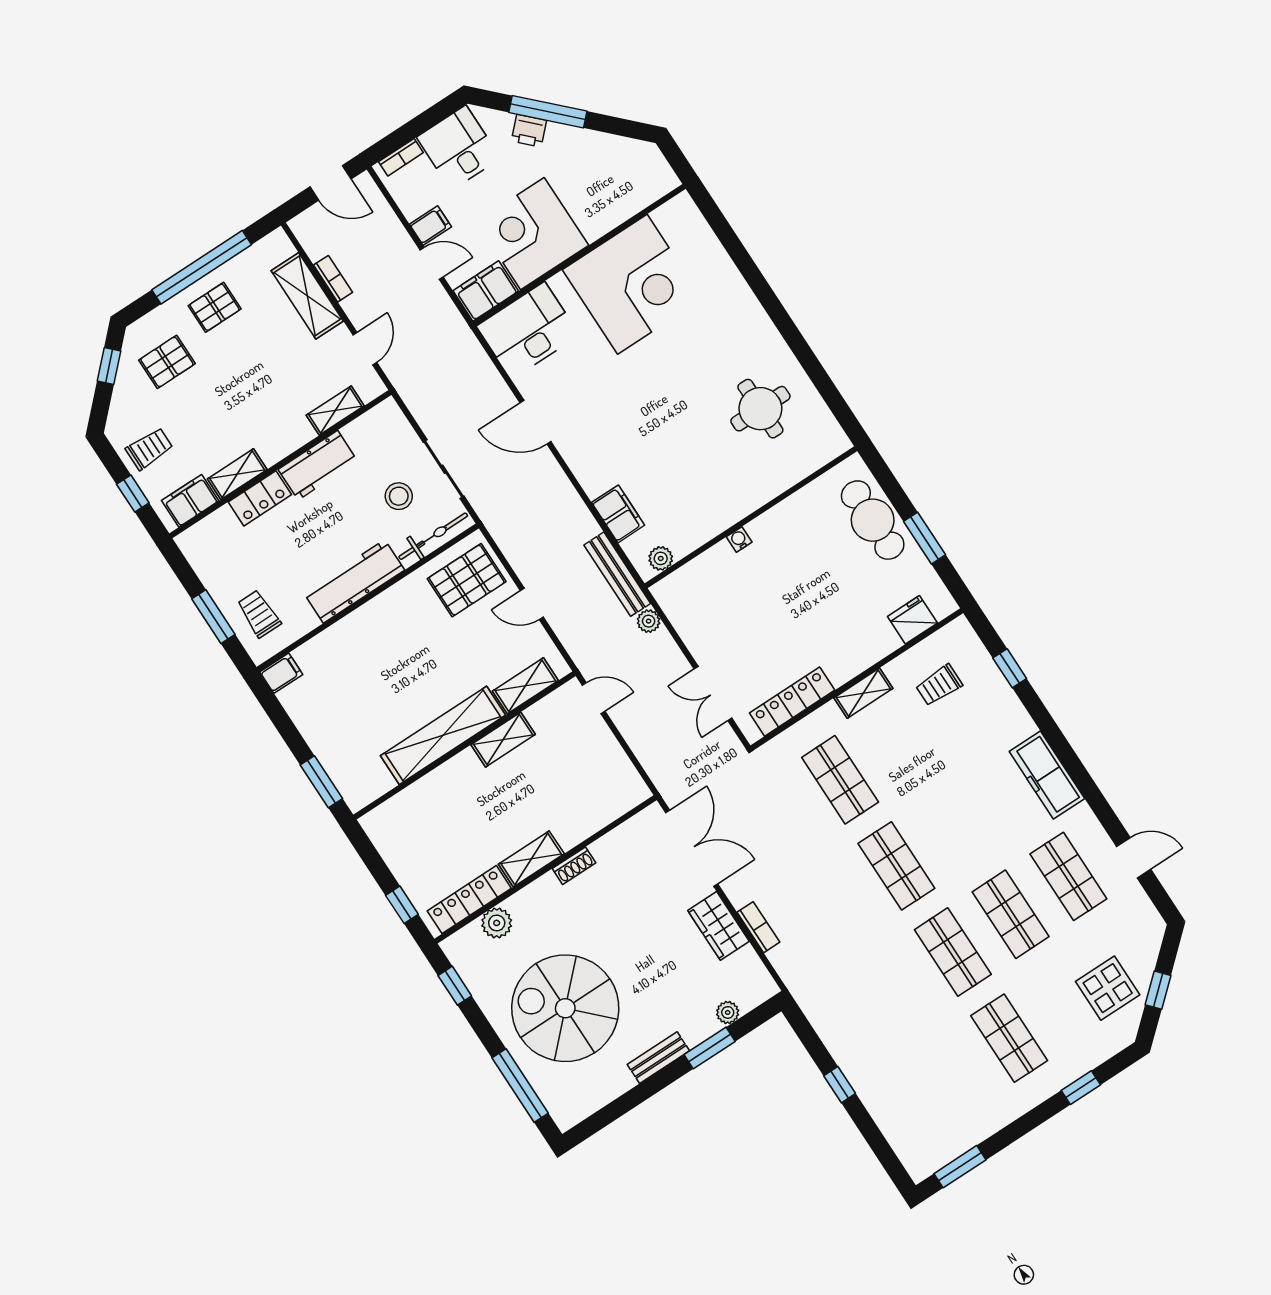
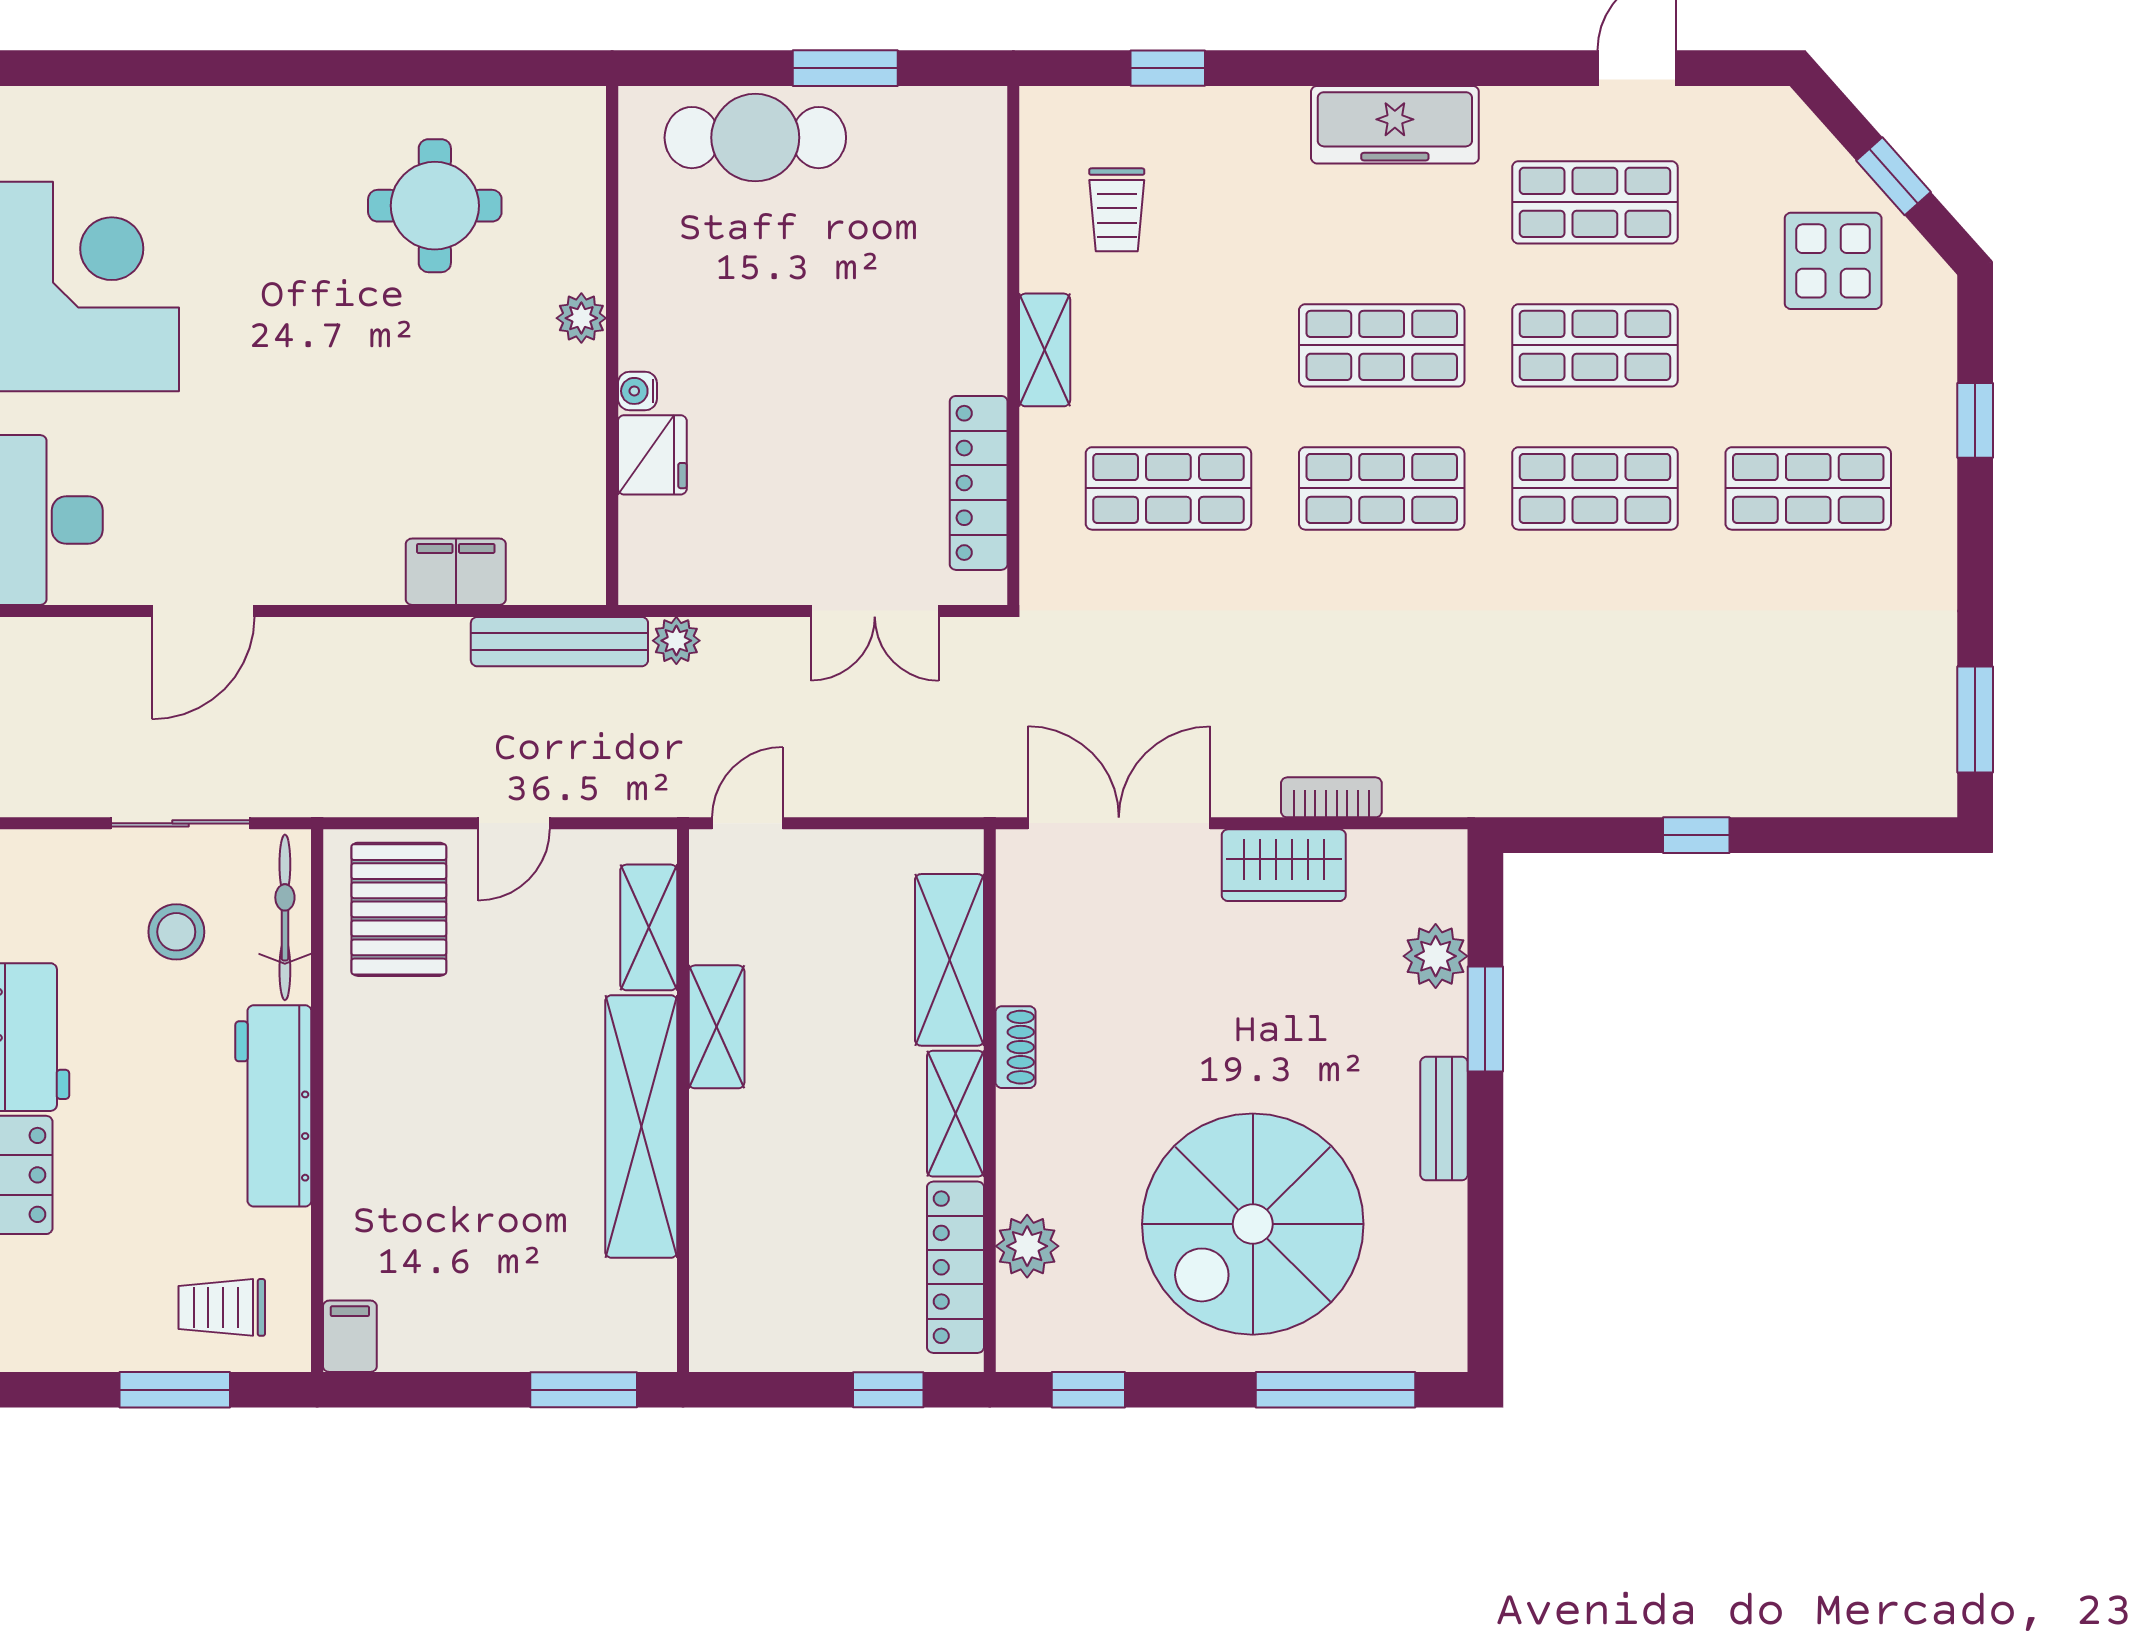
plant: (661, 558) -> (581, 318), moved
fridge: (912, 620) -> (652, 455), moved, turned 180
shelving: (592, 816) -> (949, 960), added
shop shelf: (954, 828) -> (1382, 345), added
plant: (728, 1012) -> (1436, 956), width x1.38, depth x1.38

